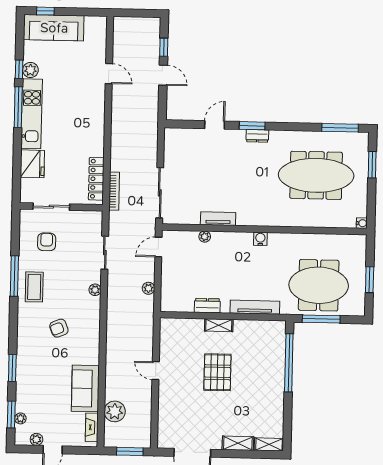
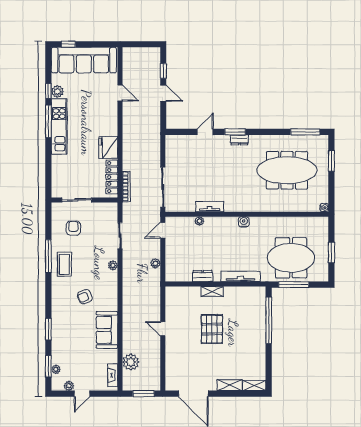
sofa: (54, 28) -> (84, 60), width x1.36, depth x1.27
fridge: (32, 164) -> (108, 147), moved, turned 180
sofa: (85, 388) -> (107, 330), moved

